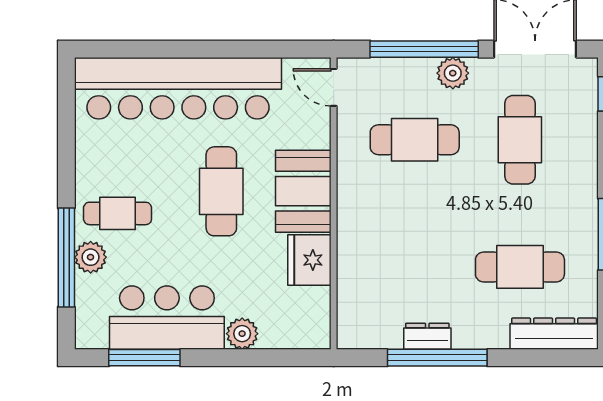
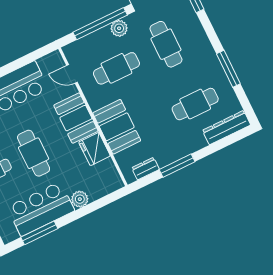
door: (334, 87) -> (72, 74), moved
cafe table: (221, 191) -> (34, 153), moved
booth: (366, 240) -> (117, 127), added
dresser: (427, 336) -> (146, 169), moved
window: (437, 358) -> (177, 166), width x0.68

